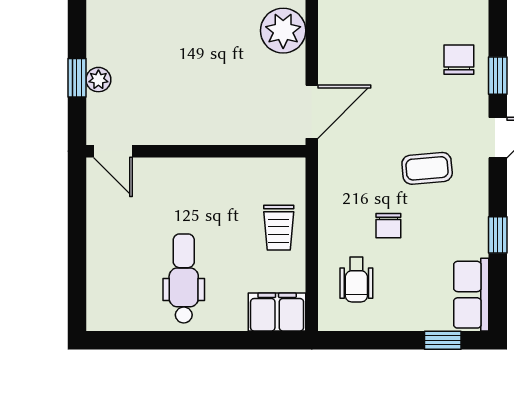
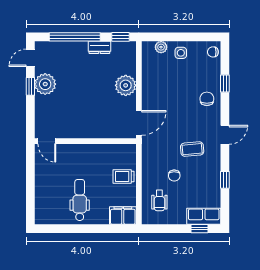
window: (498, 76) -> (225, 84), moved
window: (77, 78) -> (30, 86), moved
plant: (98, 80) -> (45, 84), moved, width x1.88, depth x1.88
trolley: (279, 228) -> (124, 176), turned 90
row of seats: (471, 295) -> (204, 216), moved, turned 90

